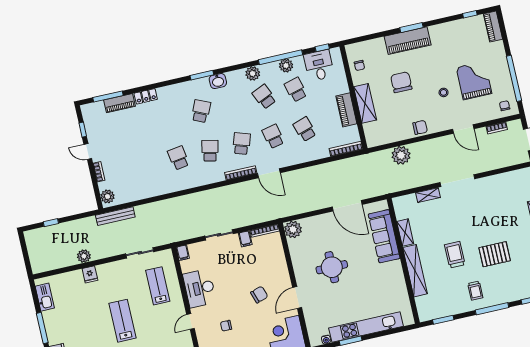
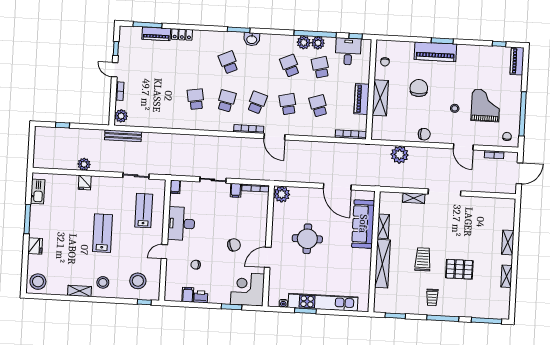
plant: (253, 73) -> (304, 42), moved
school desk: (201, 111) -> (229, 62), turned -48

